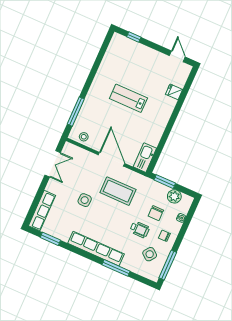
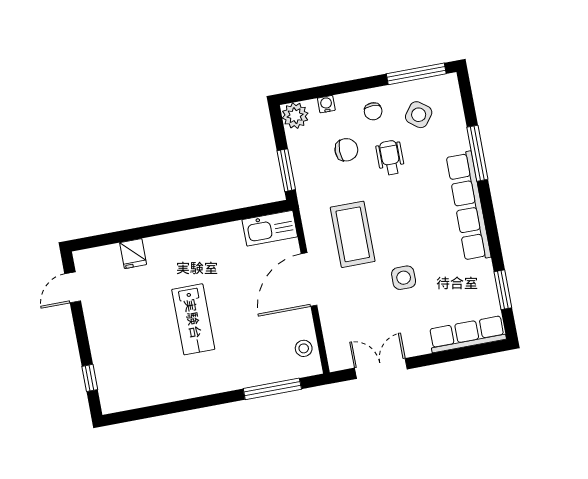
plant: (174, 196) -> (295, 116), moved

